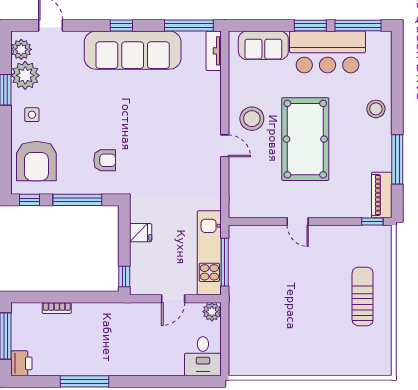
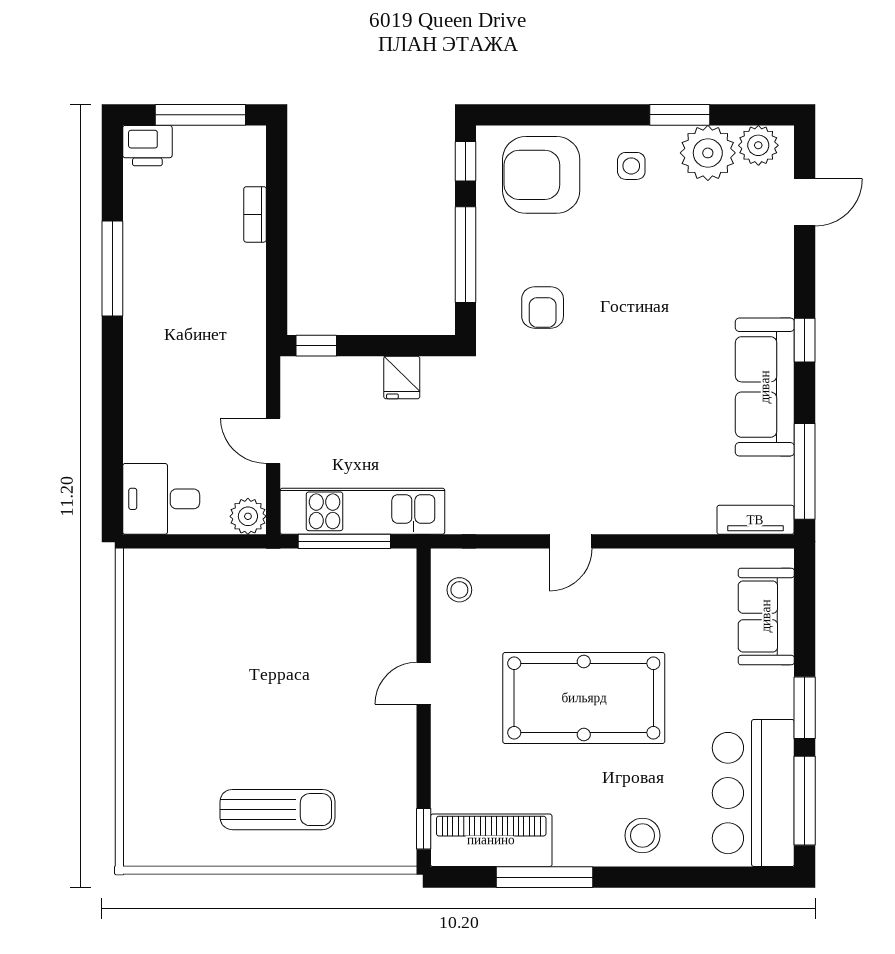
sofa: (133, 50) -> (765, 387), width x0.74, depth x0.79
bar counter: (328, 52) -> (753, 793), moved
stool: (252, 119) -> (459, 590), moved, width x0.53, depth x0.53
piano: (382, 195) -> (491, 840), width x1.37, depth x1.33

